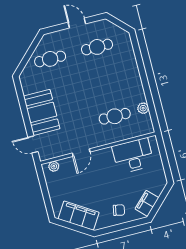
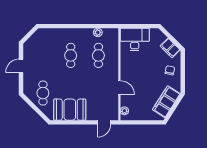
cafe table: (97, 47) -> (71, 55), moved
booth: (42, 112) -> (70, 110), moved
desk: (133, 156) -> (135, 39), moved, turned 90

